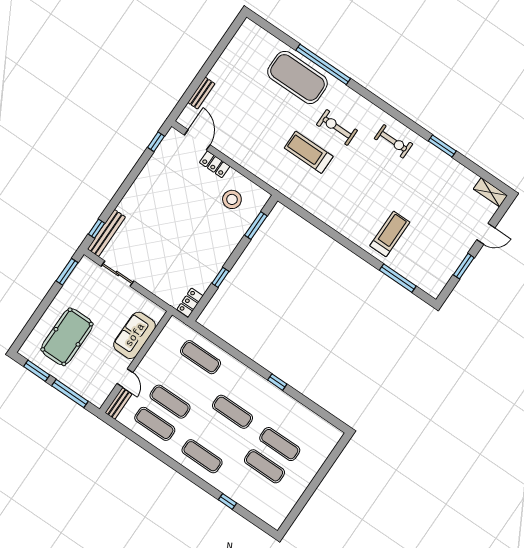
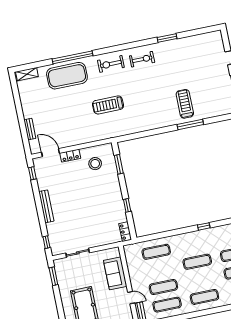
exercise bike: (337, 127) -> (111, 64), moved
shelving: (490, 192) -> (27, 74), moved
bench: (106, 233) -> (46, 206), moved
window: (398, 278) -> (190, 125), moved

